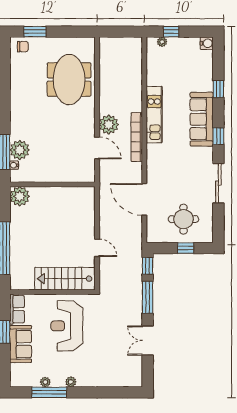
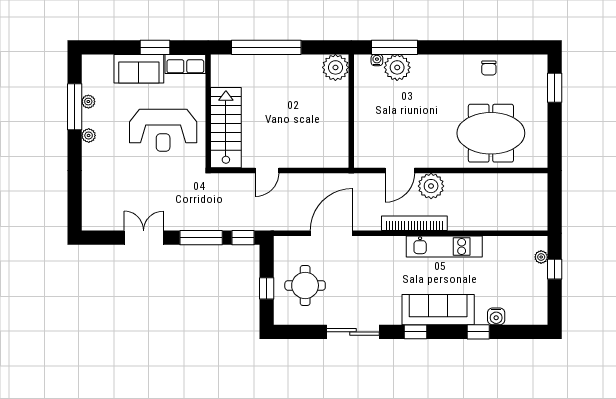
water cooler: (207, 43) -> (496, 316), moved
chair: (23, 47) -> (489, 68), moved
reception desk: (67, 326) -> (163, 130), turned 180

